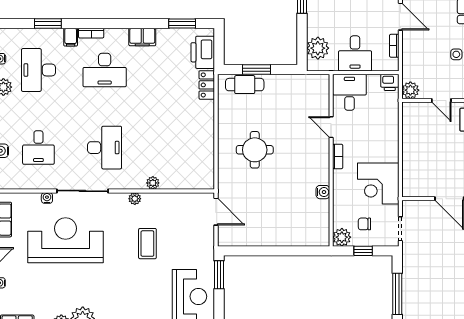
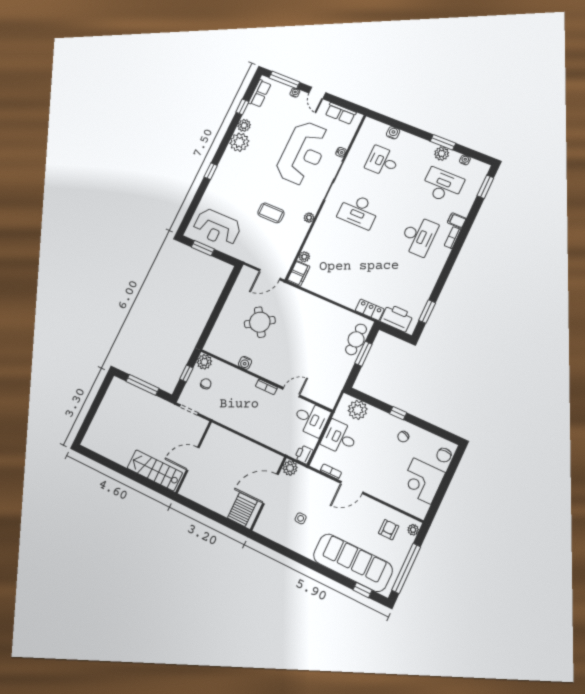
window: (48, 24) -> (485, 187), moved
filing cabinet: (142, 37) -> (299, 274), moved, turned 180
desk: (105, 70) -> (419, 236), turned 180
door: (441, 100) -> (270, 489), width x1.87
round table: (255, 150) -> (260, 322), moved, turned -33
plant: (153, 183) -> (304, 257), moved
corner desk: (378, 184) -> (231, 409), removed
window: (219, 275) -> (203, 248), moved

